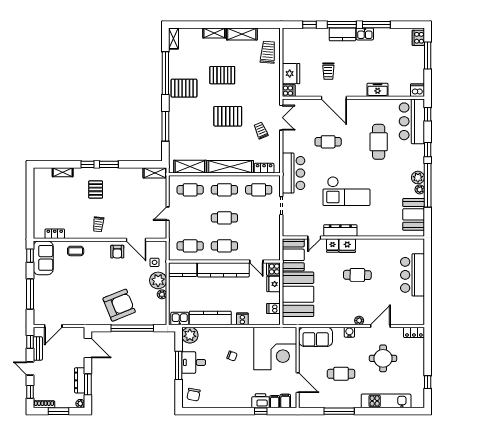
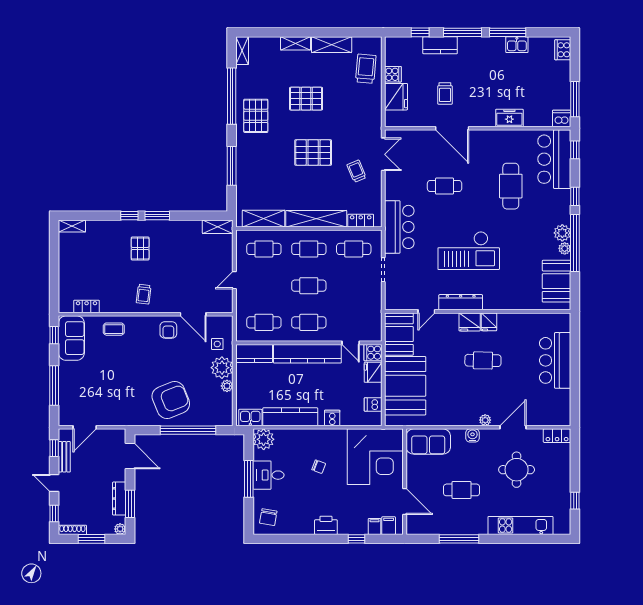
kitchen counter: (342, 34) -> (440, 45), moved
kitchen sink: (365, 34) -> (517, 45), moved
window: (428, 55) -> (575, 99), moved
pallet: (184, 88) -> (256, 116), turned 90
cooker: (289, 91) -> (393, 74), moved
shelving: (63, 172) -> (72, 226), moved
fridge: (332, 246) -> (489, 322), moved
printer: (260, 401) -> (326, 525), moved

